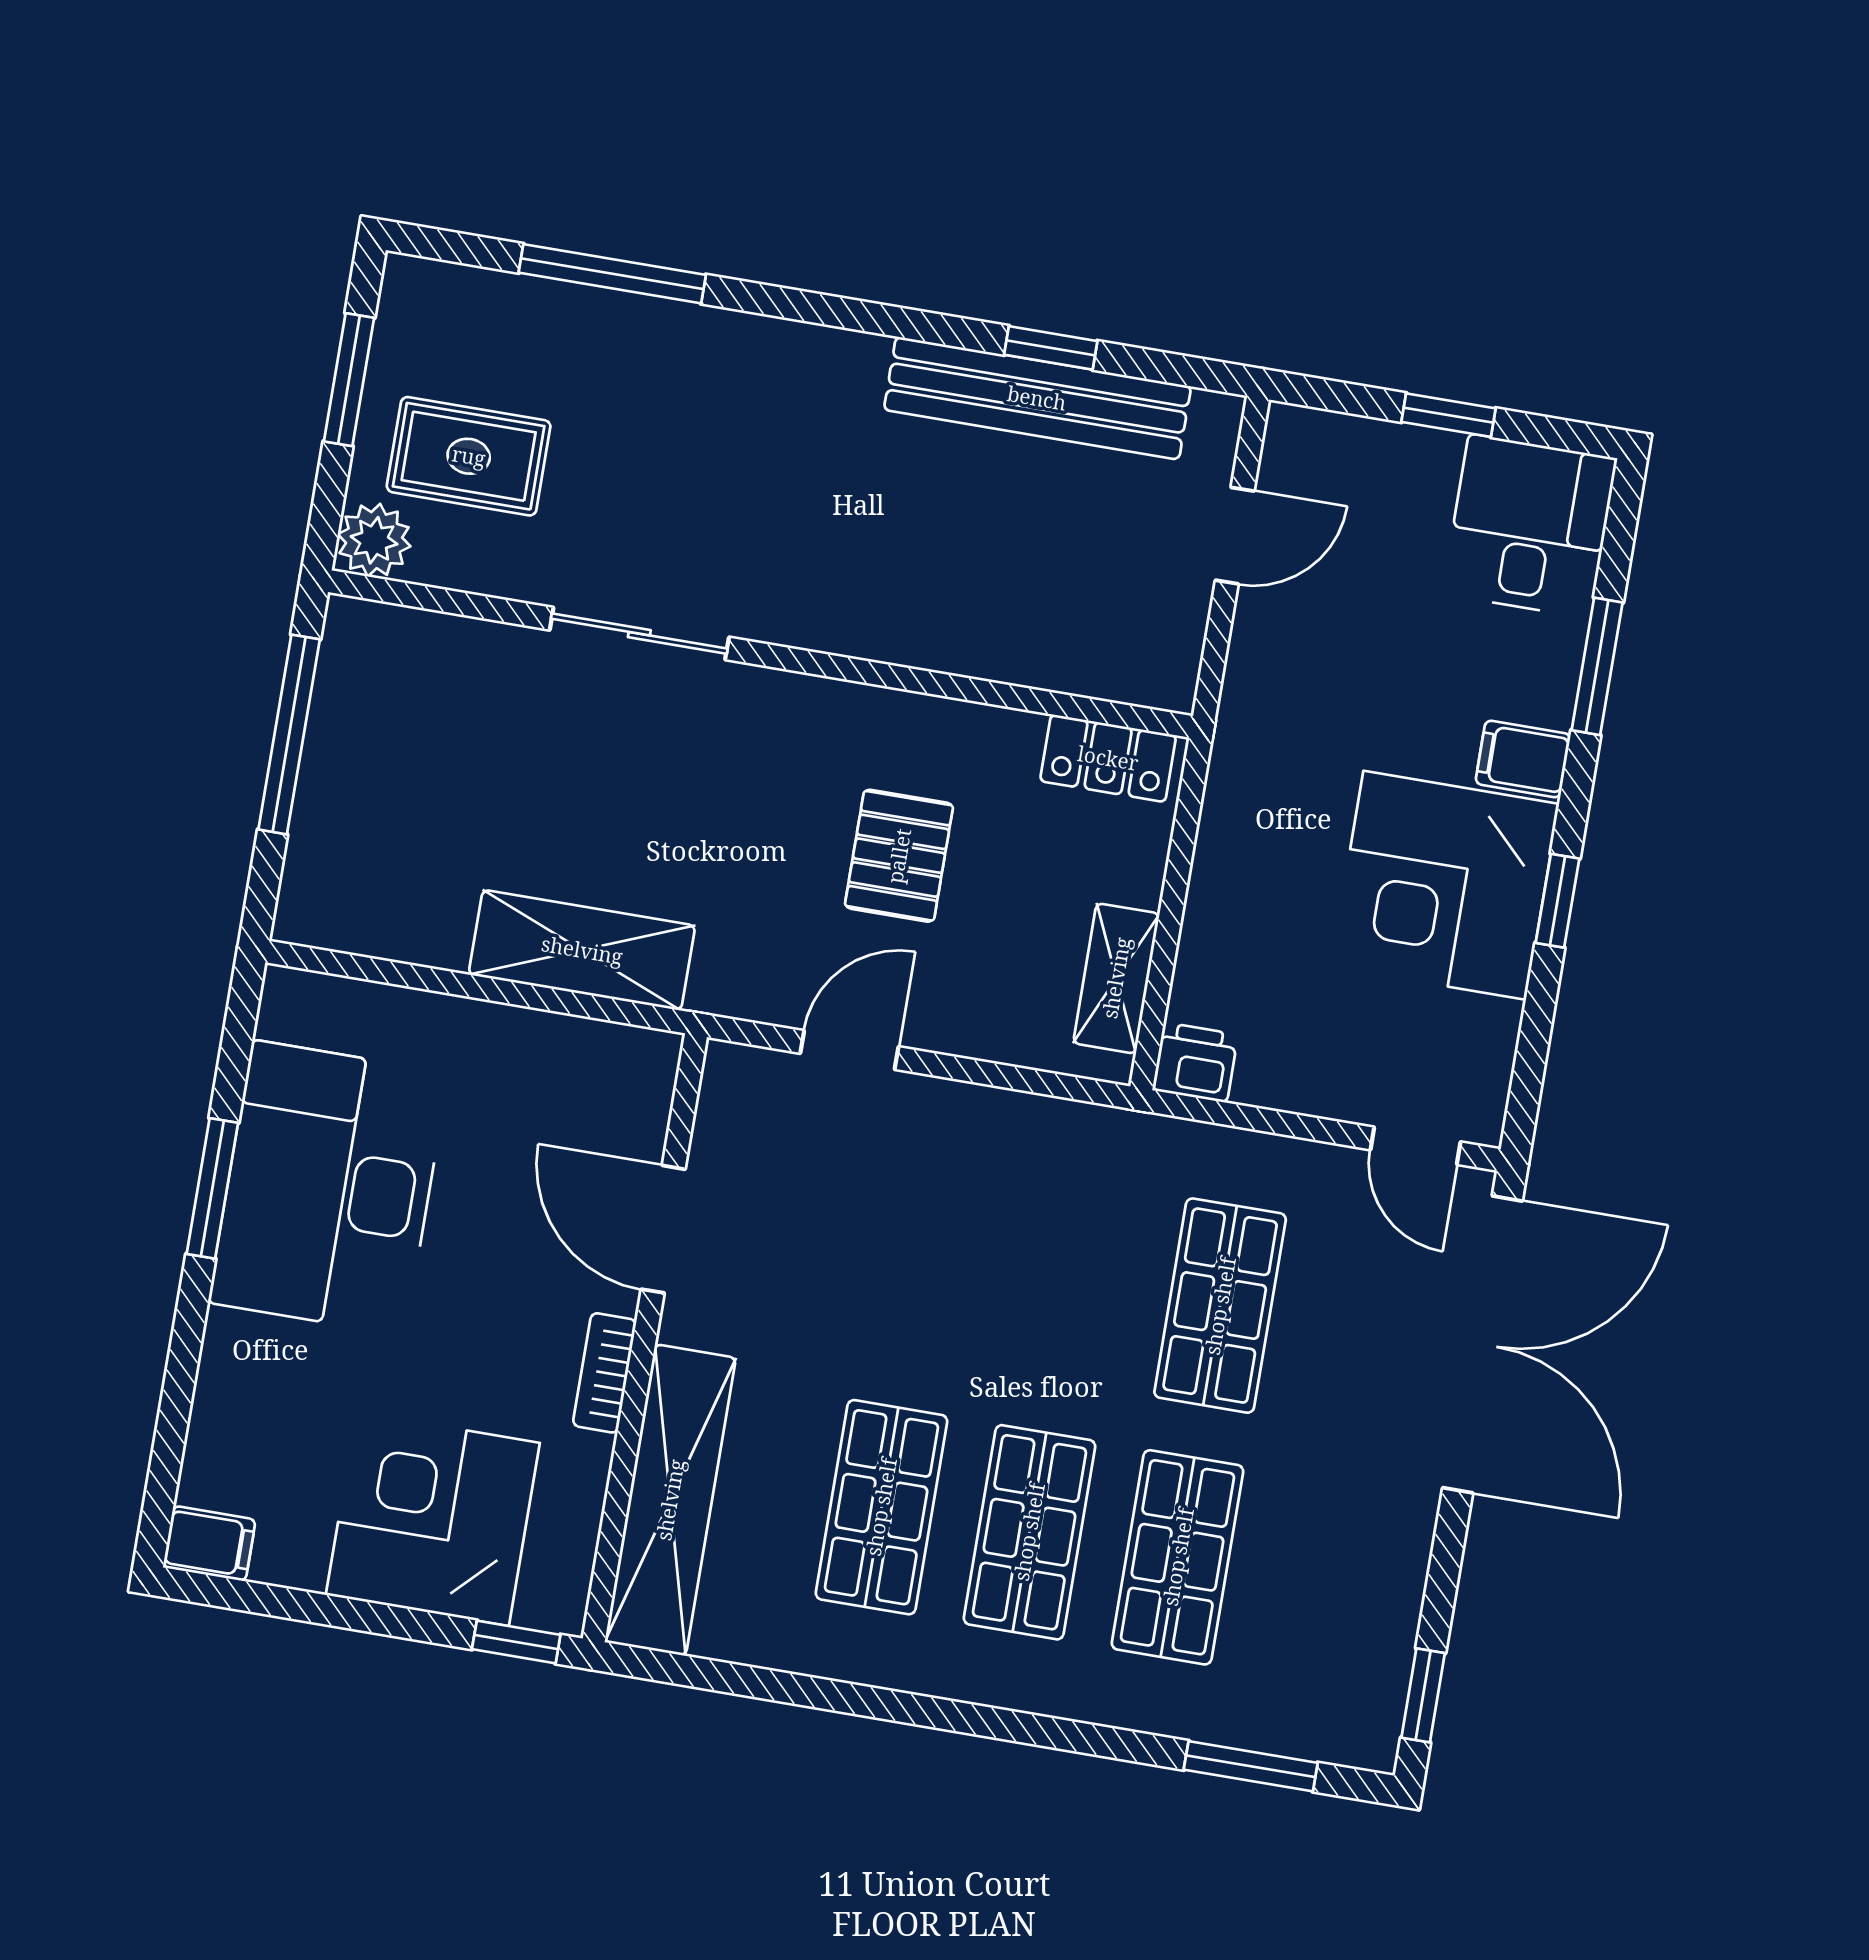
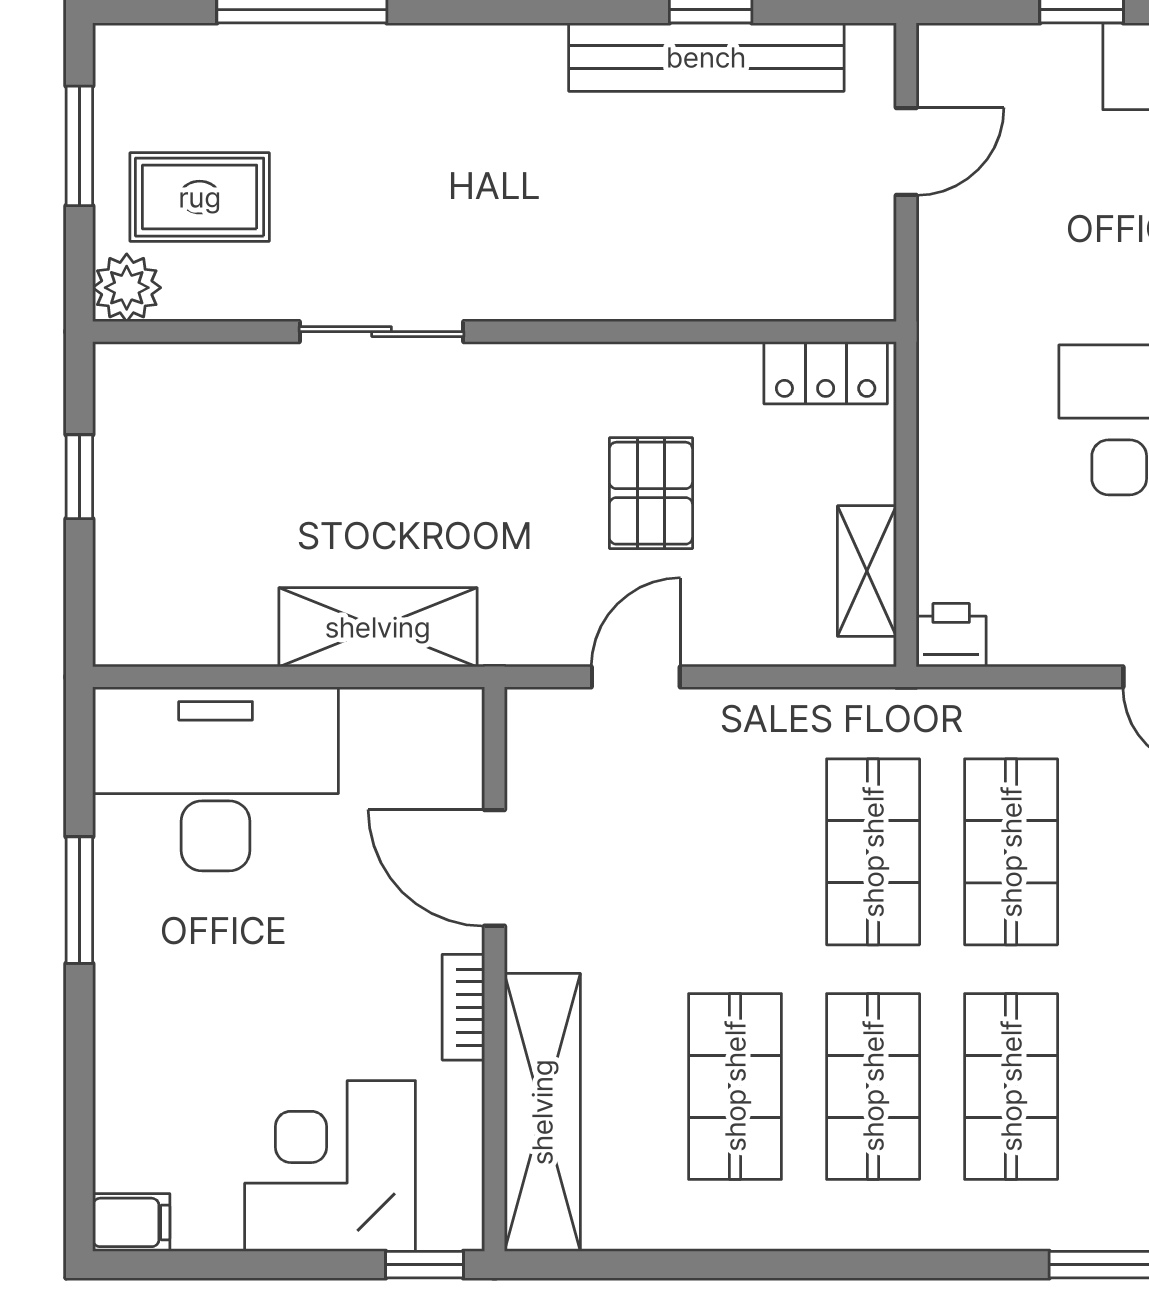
window: (289, 734) -> (79, 477), width x0.46
desk: (328, 1188) -> (216, 779), moved, turned 90
shop shelf: (1072, 1281) -> (873, 852), added

